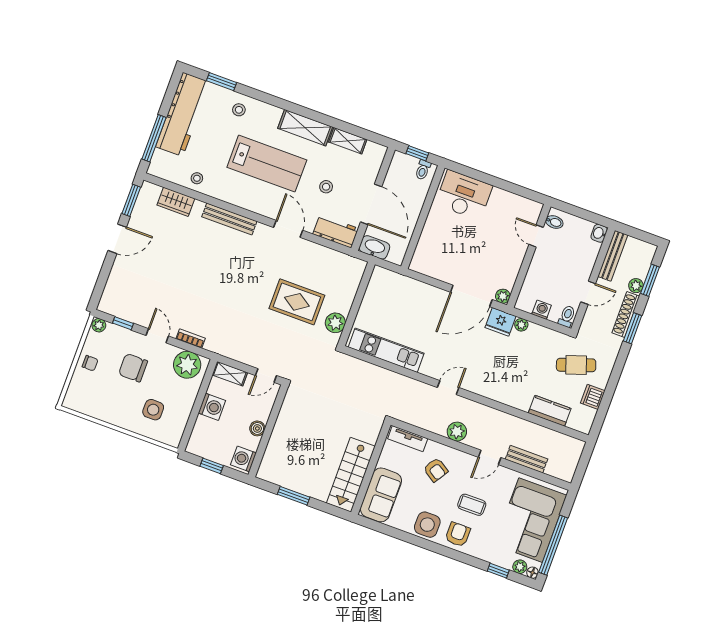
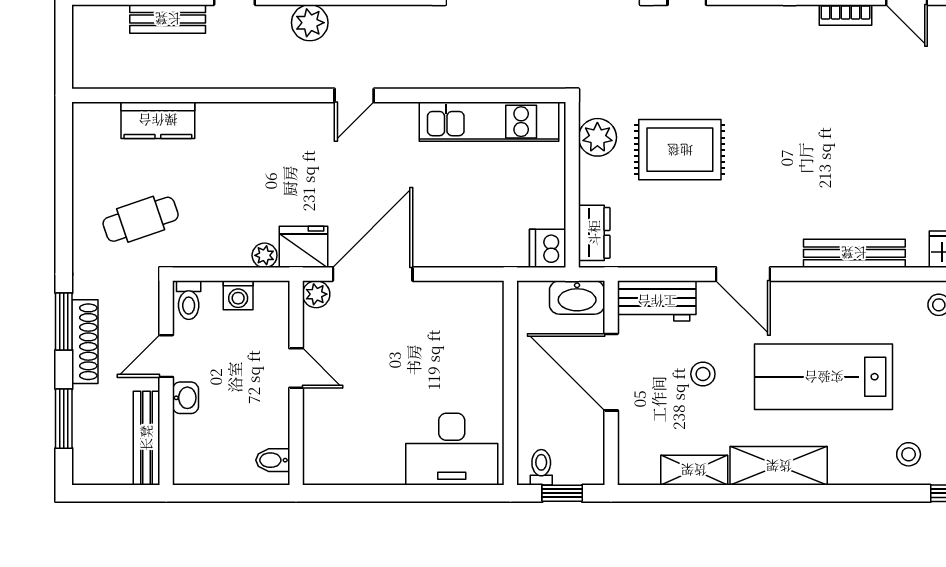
washbasin: (599, 233) -> (186, 398), moved
door: (536, 236) -> (296, 368), moved
dresser: (354, 276) -> (594, 233), added
plant: (636, 286) -> (86, 400), removed
dishwasher: (593, 397) -> (548, 248), moved, turned 180

